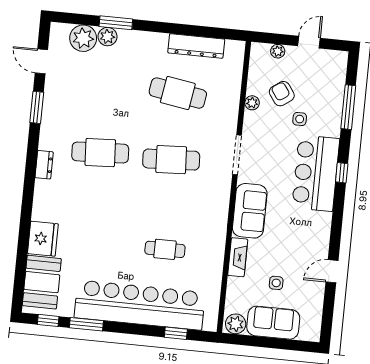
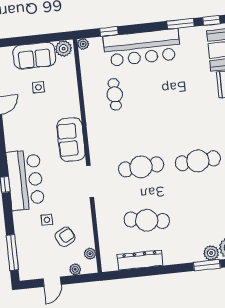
armchair: (282, 94) -> (65, 237), turned -82
plant: (252, 103) -> (90, 254), moved
window: (348, 107) -> (12, 253), moved
cafe table: (165, 249) -> (115, 94), moved, turned 90
fireplace: (238, 257) -> (73, 101), removed
bar counter: (140, 305) -> (142, 48), width x0.73
plant: (211, 324) -> (83, 44), added

